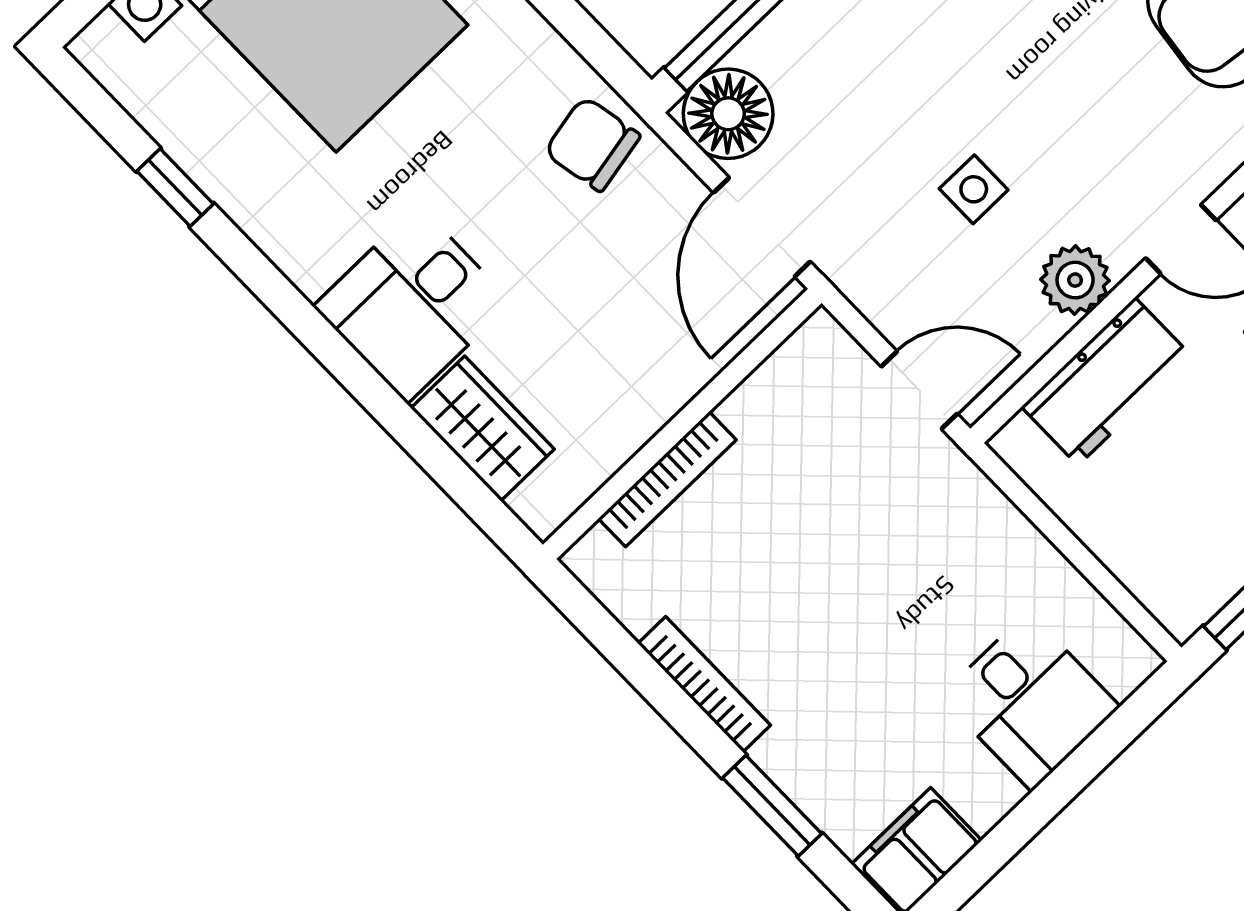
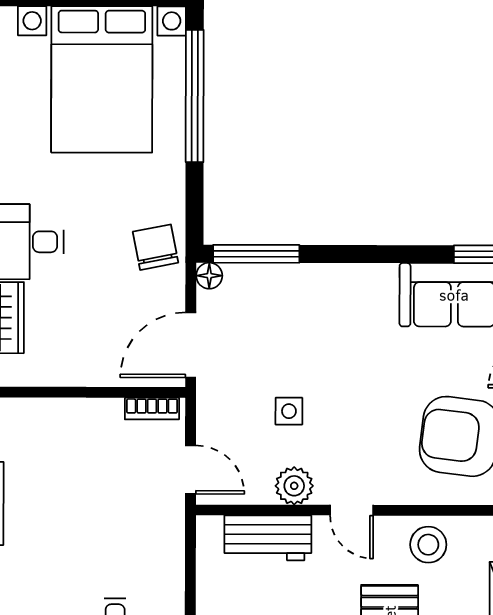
floor lamp: (728, 114) -> (209, 276), width x0.53, depth x0.53
bookcase: (667, 479) -> (152, 409), moved, width x0.64

